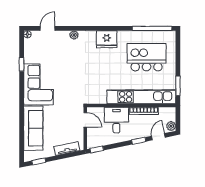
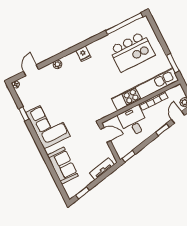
fridge: (107, 39) -> (83, 54), width x0.53, depth x0.75
kitchen island: (147, 57) -> (132, 52), turned 180
sofa: (33, 128) -> (63, 166), width x0.73

